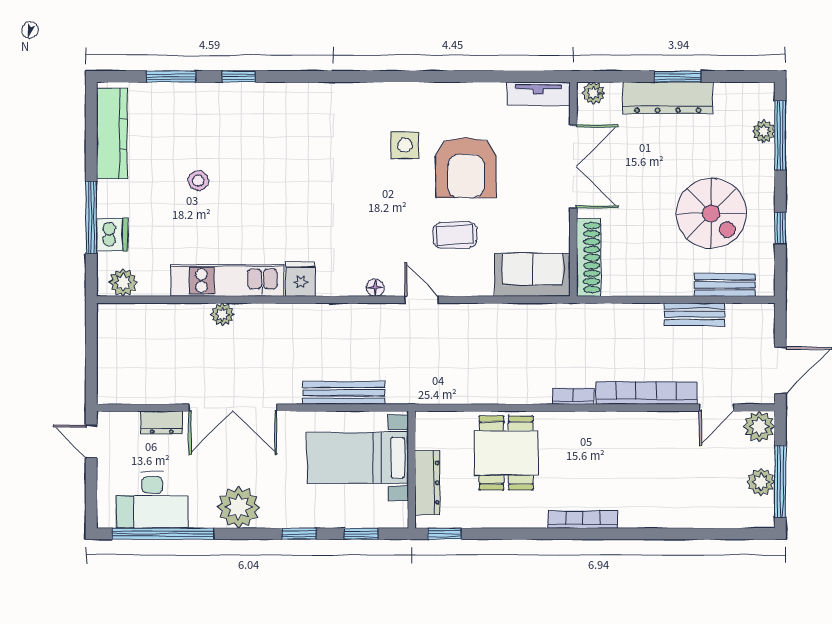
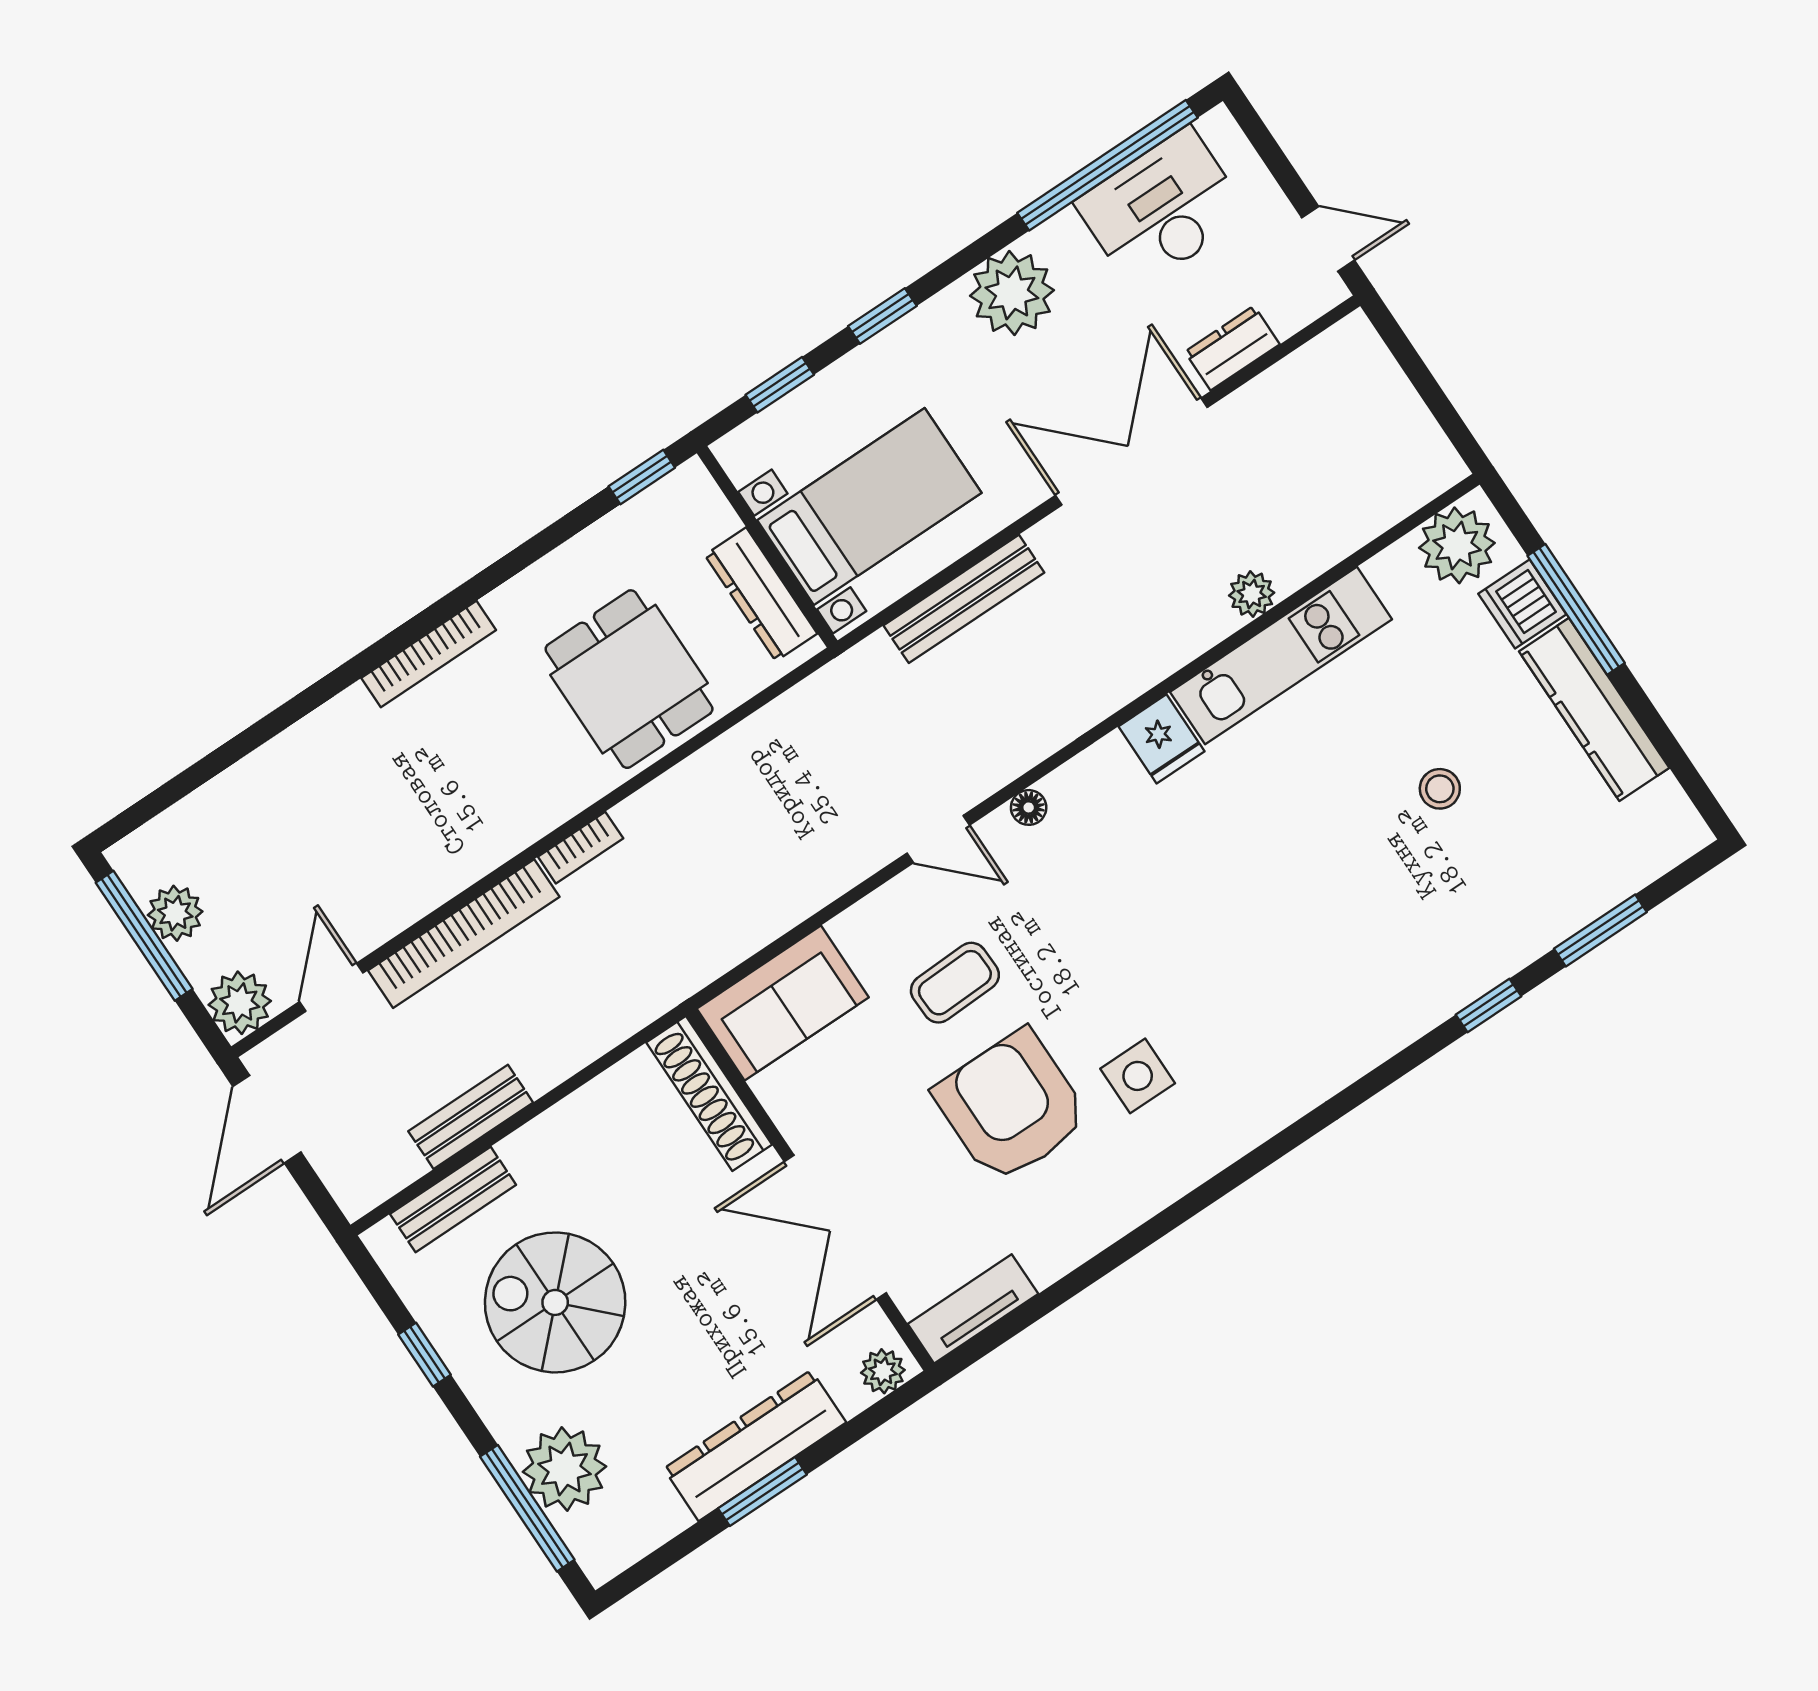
plant: (764, 131) -> (564, 1469), width x1.88, depth x1.88
kitchen counter: (112, 133) -> (1594, 710), moved
plant: (123, 282) -> (1457, 545), width x1.36, depth x1.36
dresser: (427, 483) -> (761, 594), moved

